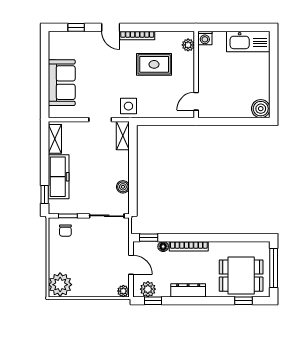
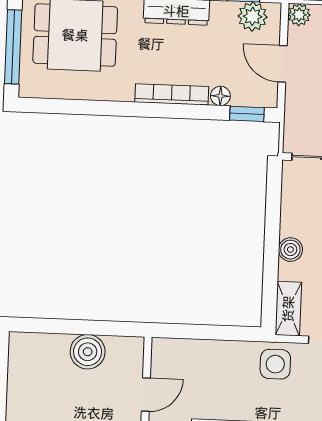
door: (196, 101) -> (146, 395), moved
boiler: (261, 109) -> (88, 352), moved
boiler: (123, 187) -> (290, 250), moved

